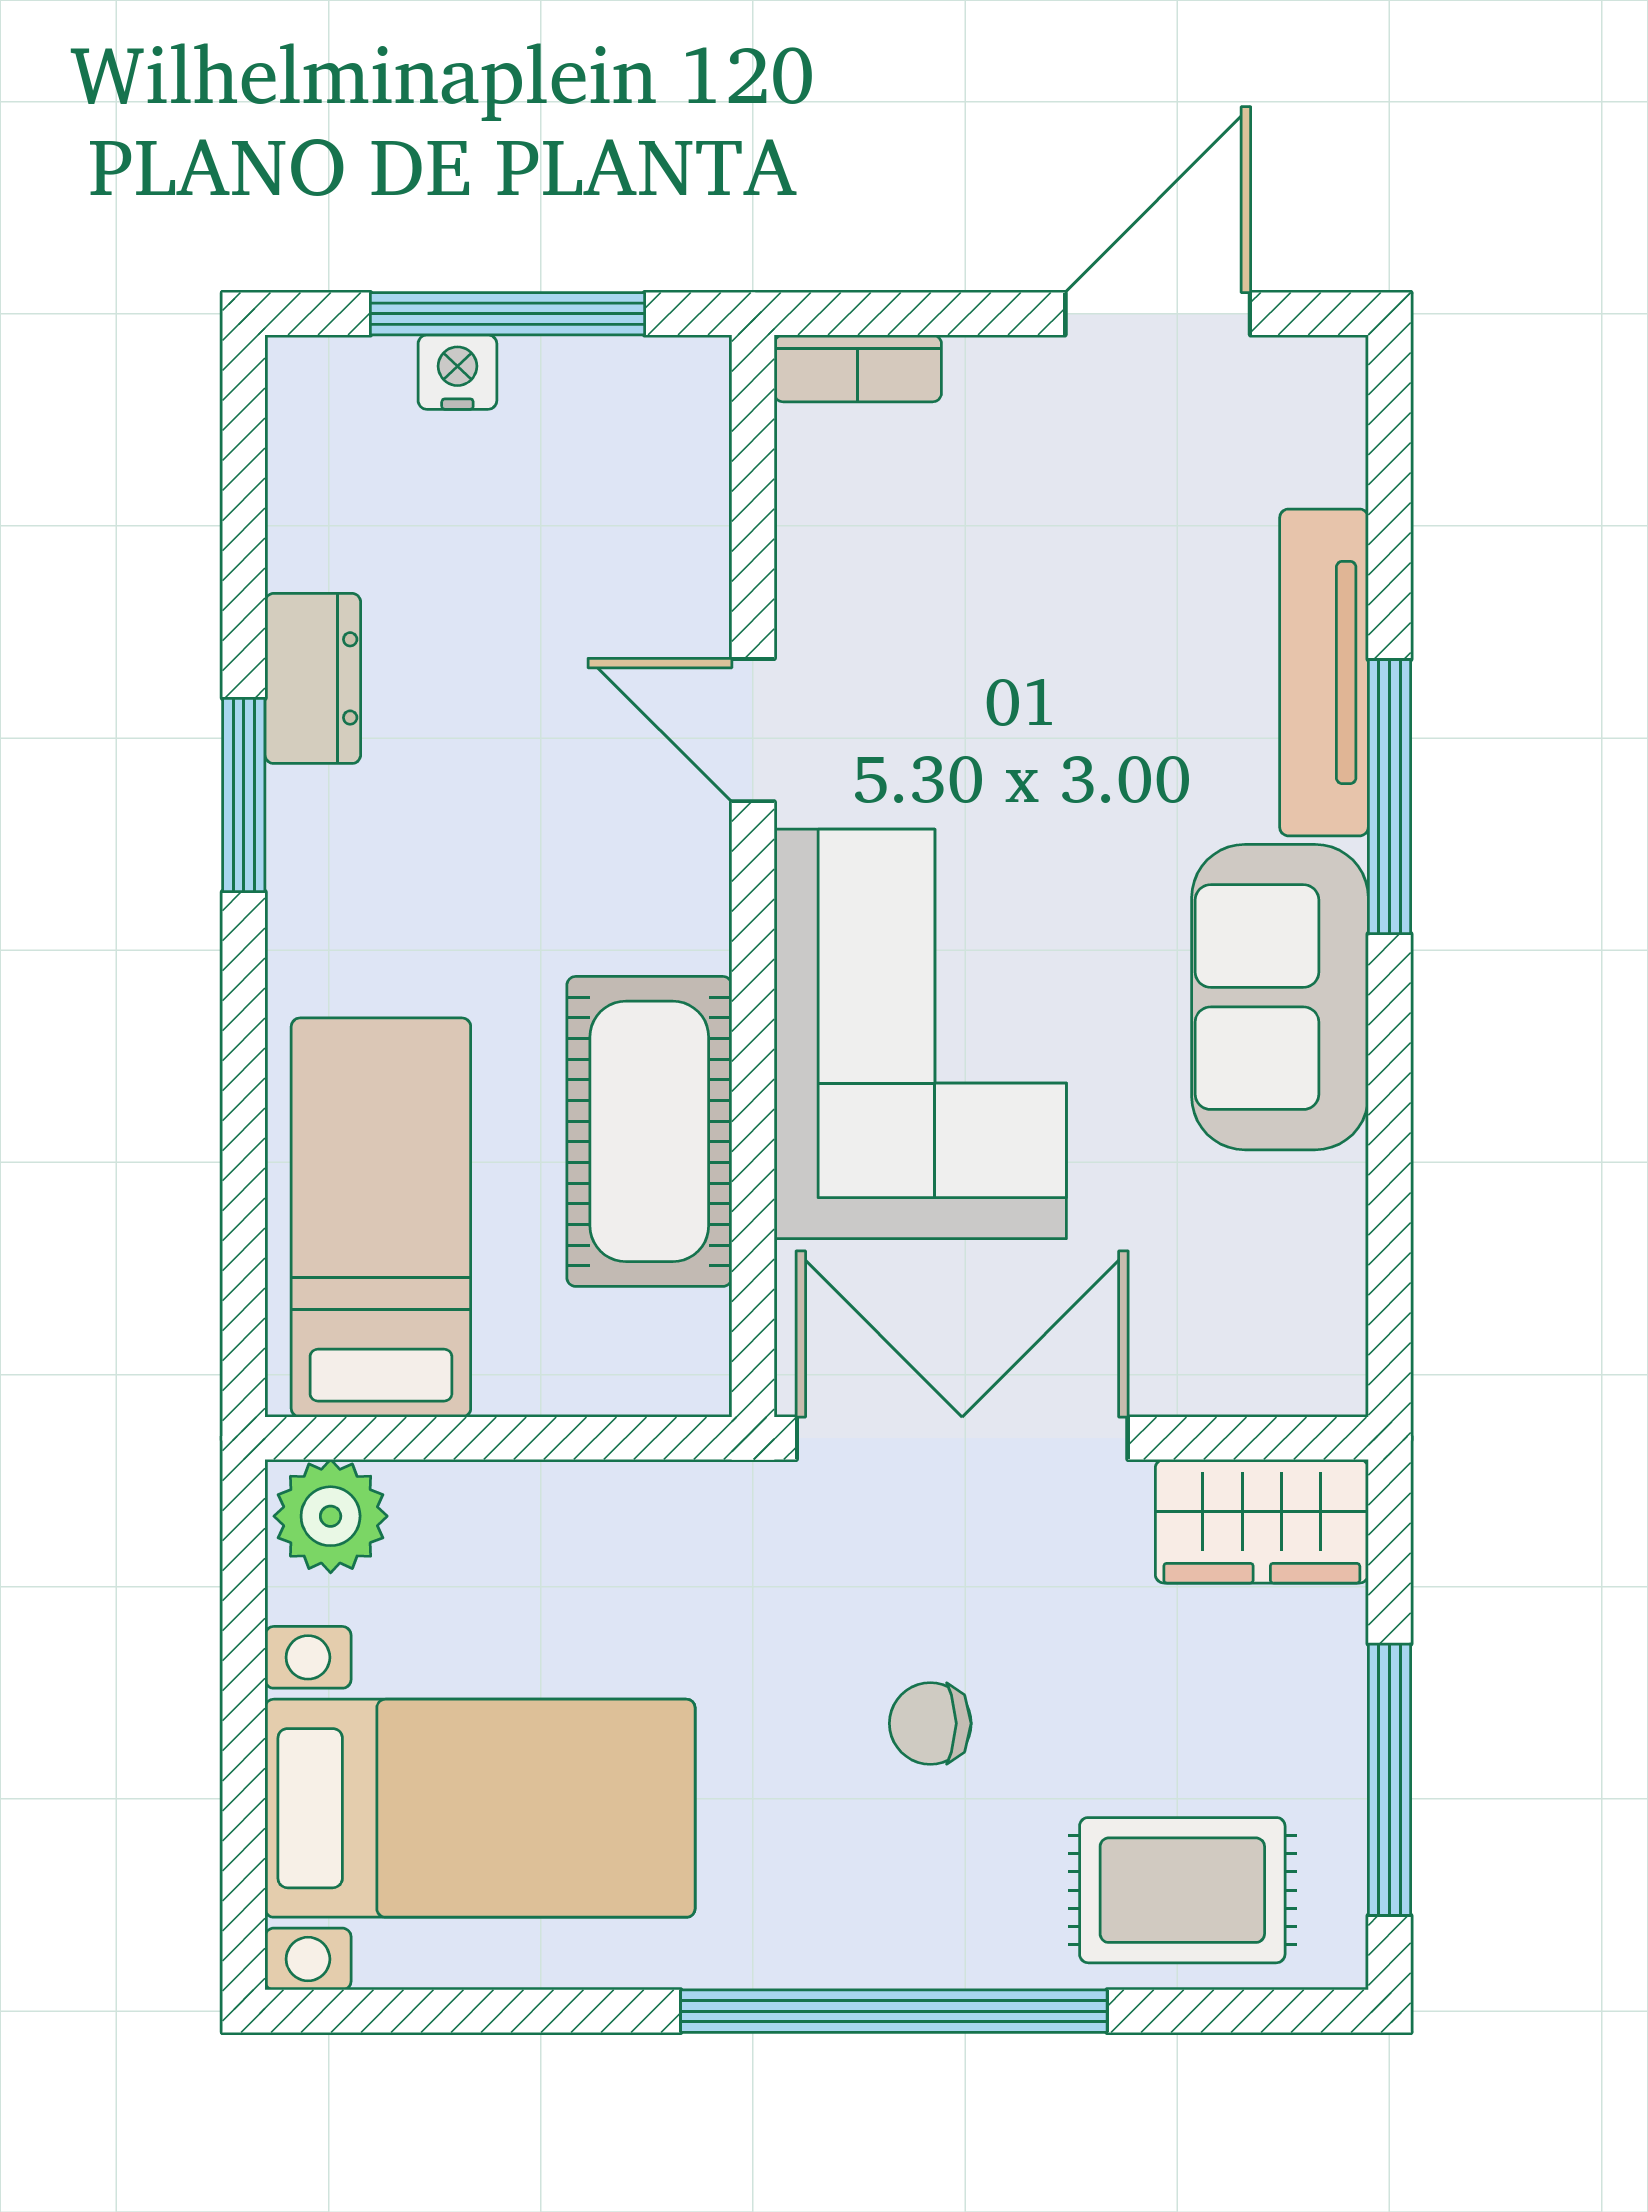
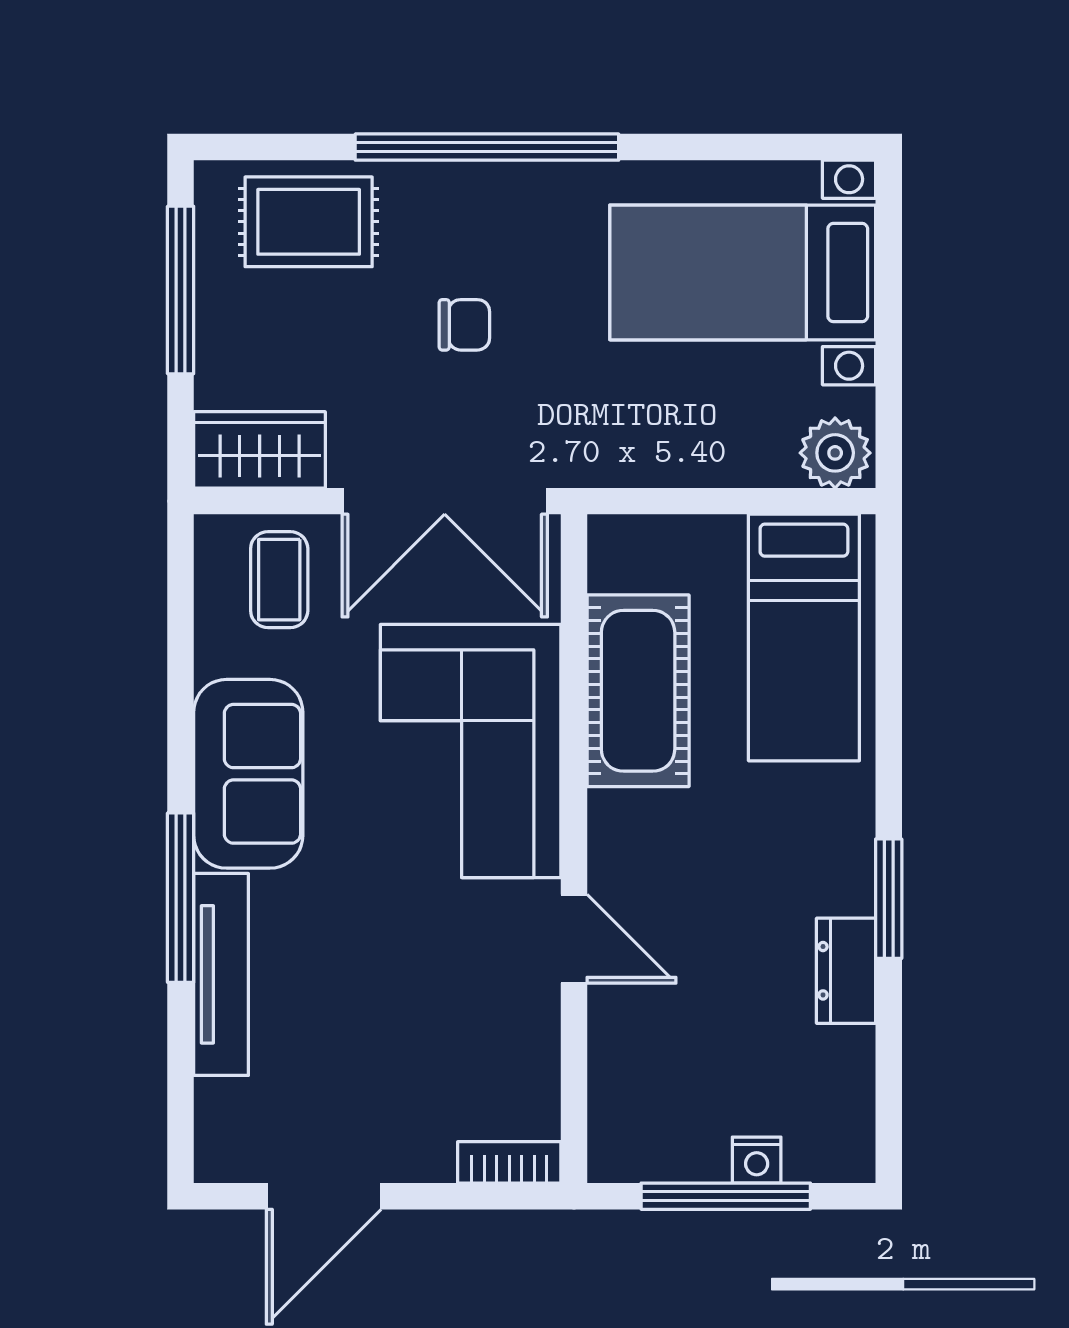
coffee table: (1230, 1311) -> (279, 580), added

